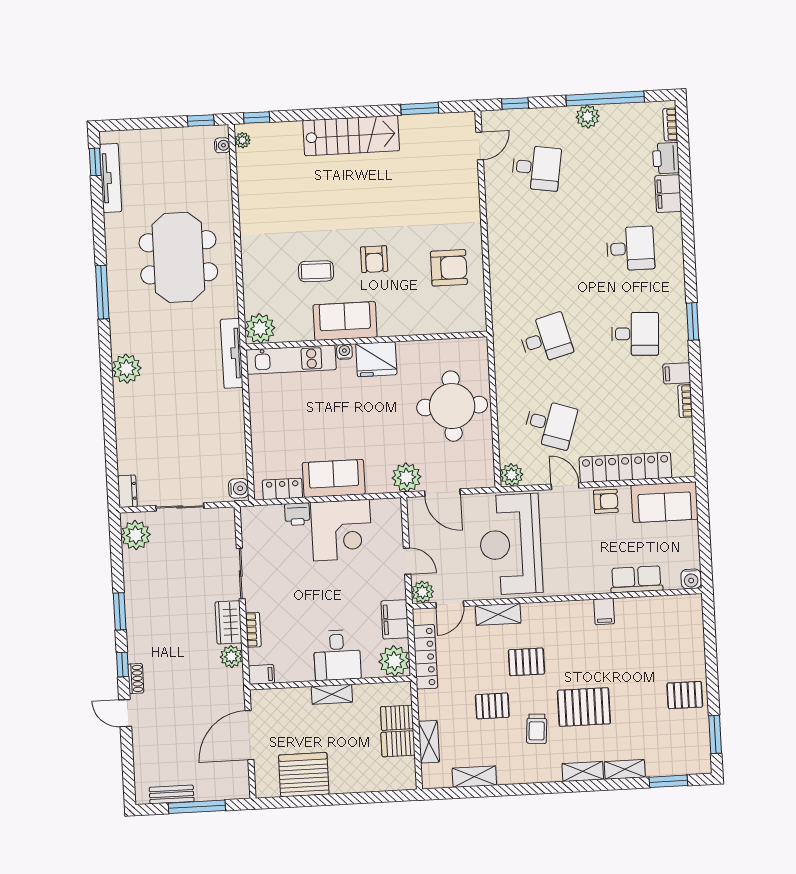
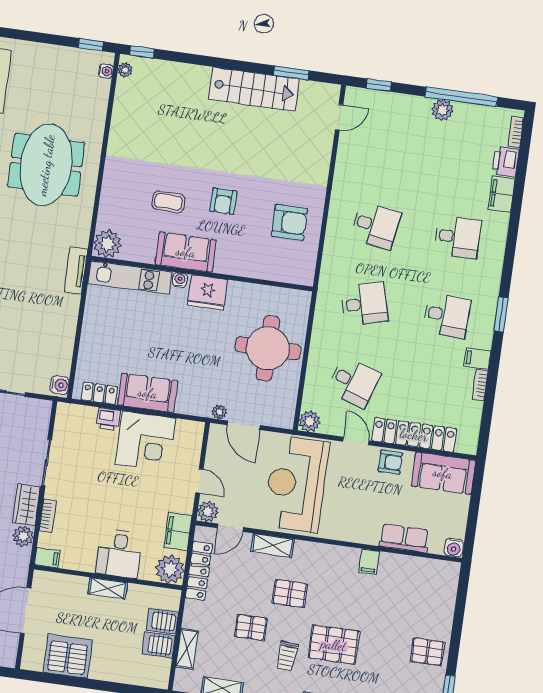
stairs: (351, 136) -> (254, 89), moved
desk: (536, 168) -> (376, 226), moved
tv unit: (232, 353) -> (76, 271), width x0.71
plant: (406, 477) -> (219, 412), width x0.53, depth x0.53

